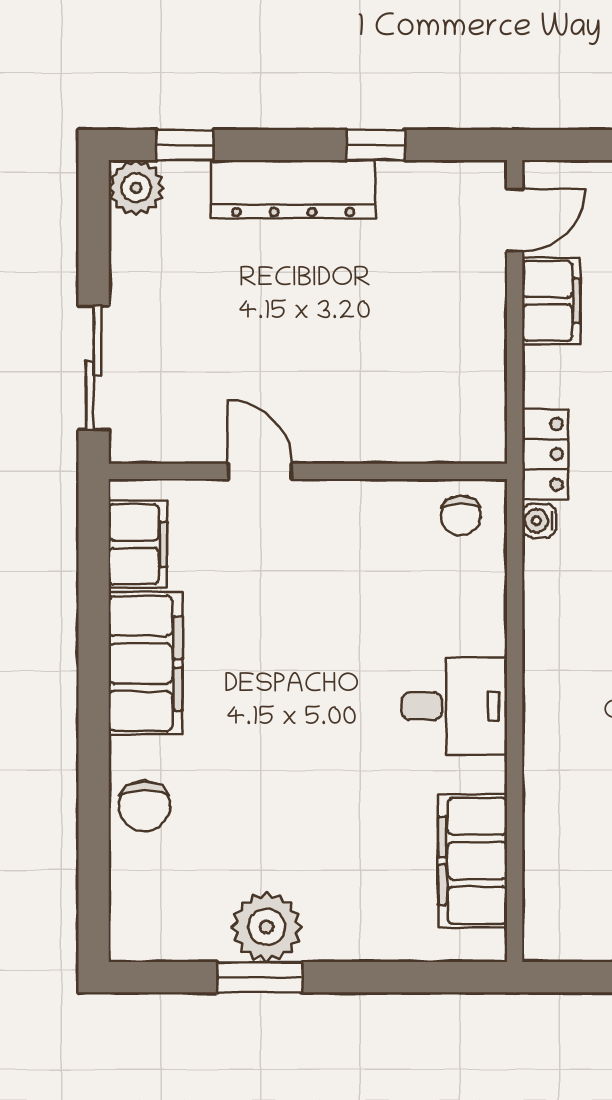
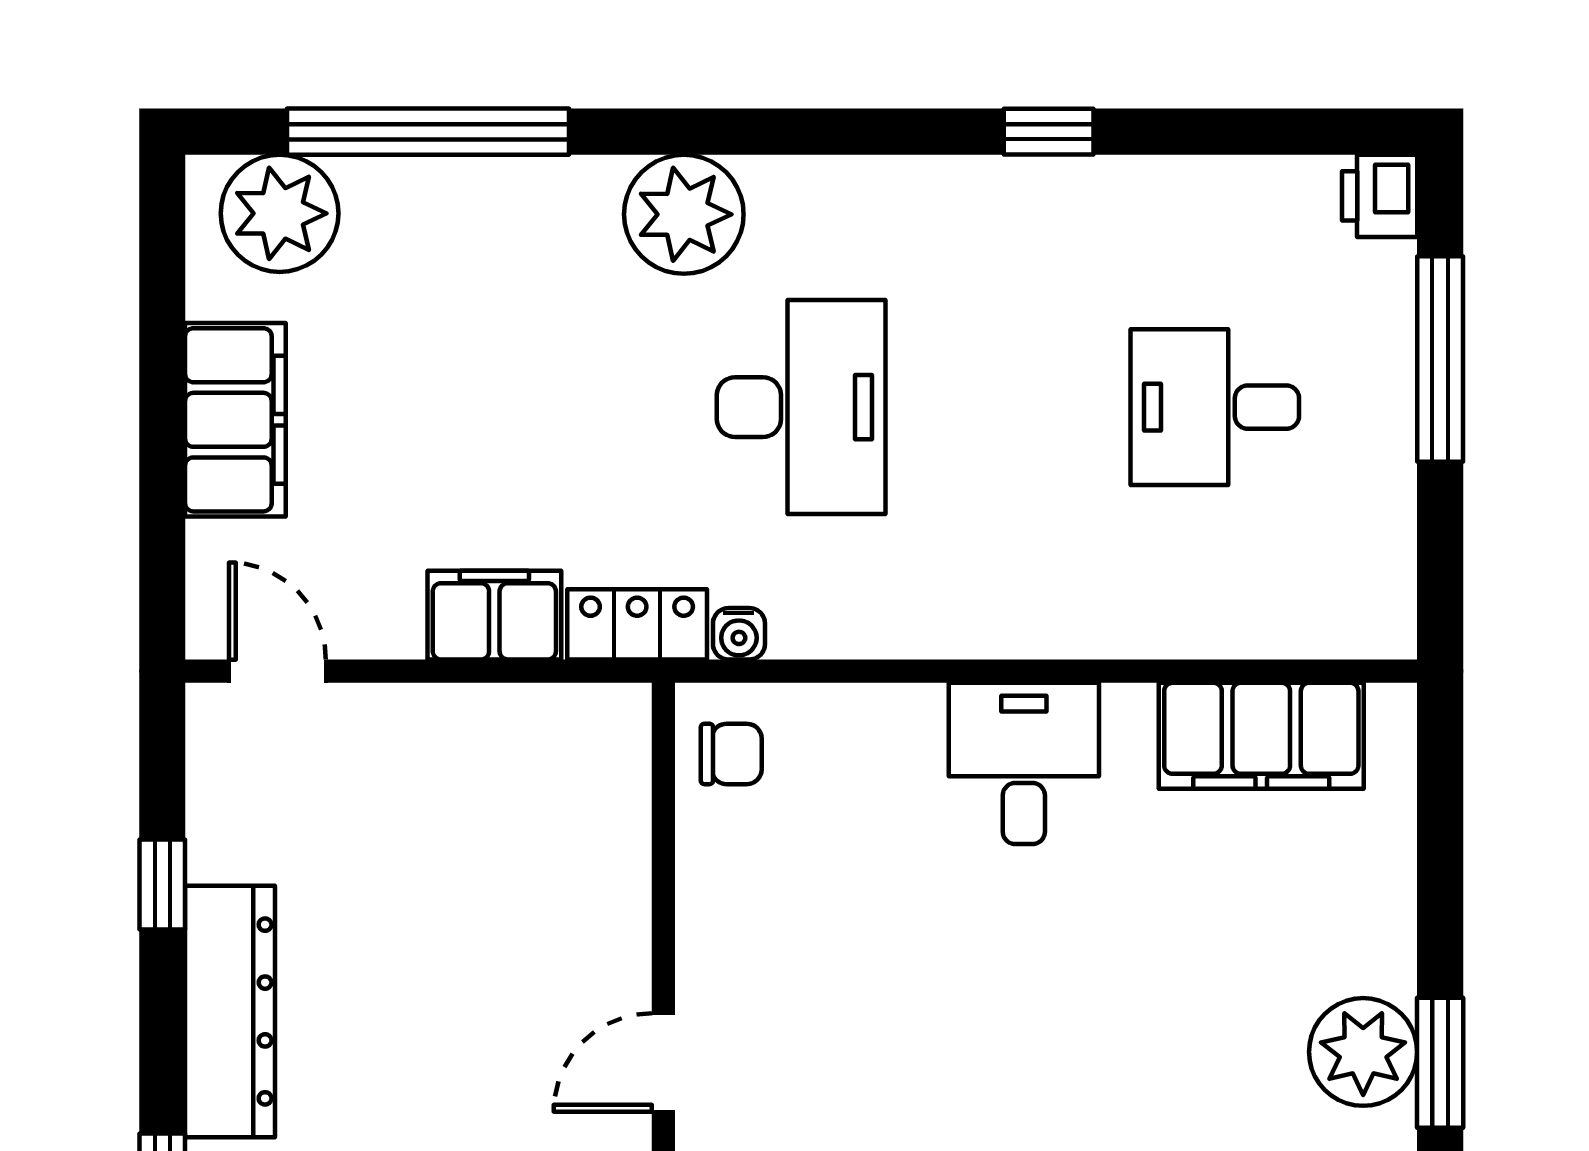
filing cabinet: (551, 301) -> (494, 615), moved

